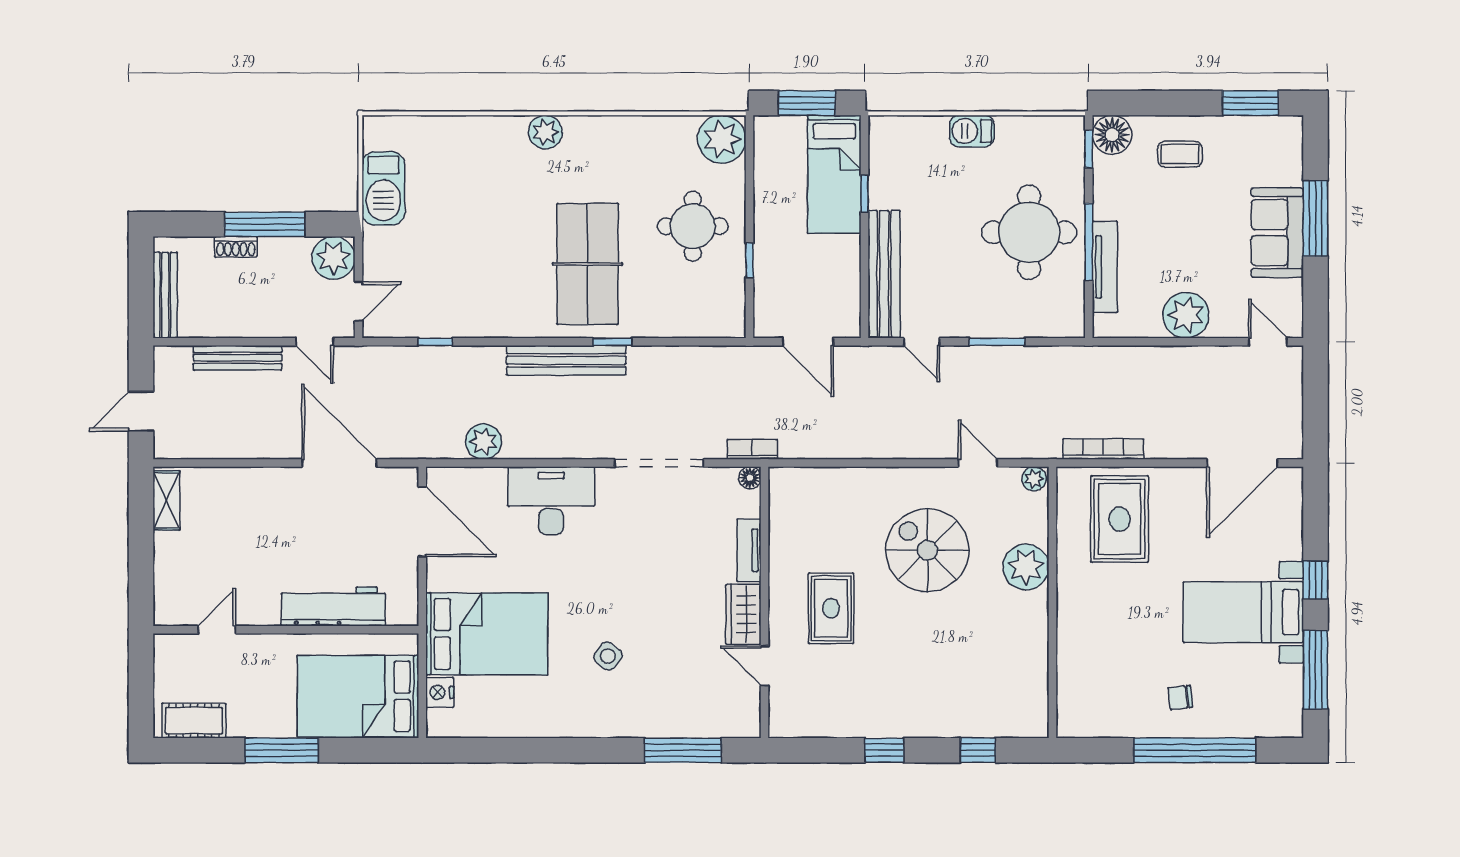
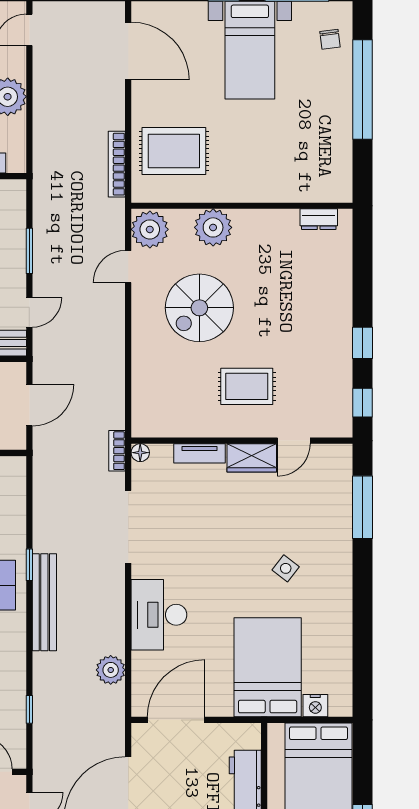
plant: (1034, 479) -> (150, 229), width x1.87, depth x1.87
dresser: (1036, 697) -> (319, 219), added
chair: (1180, 698) -> (330, 39), moved
window: (978, 750) -> (363, 403), moved

